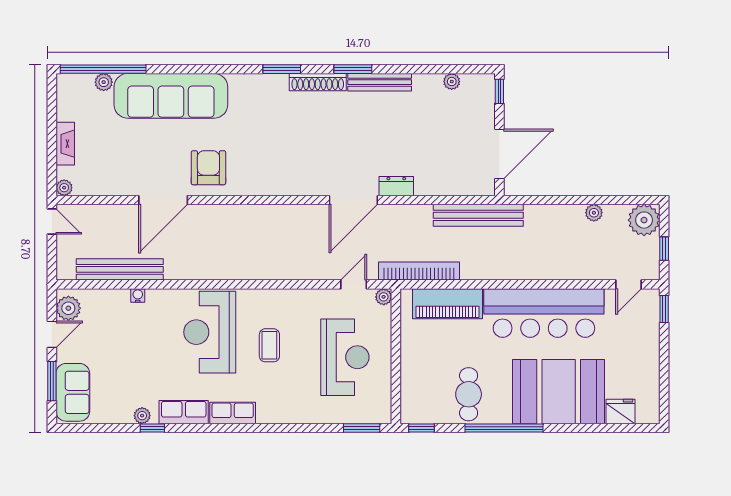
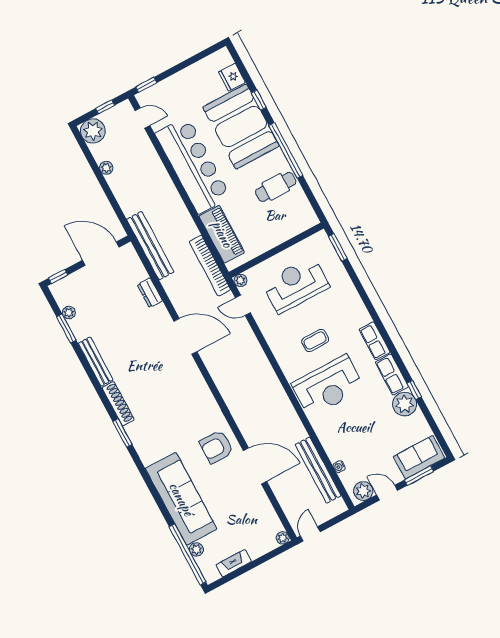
window: (353, 69) -> (66, 328), moved
fireplace: (65, 144) -> (234, 563), moved
dresser: (396, 186) -> (150, 293), moved
water cooler: (138, 295) -> (339, 467), moved
plant: (142, 416) -> (405, 404), width x1.88, depth x1.88
window: (421, 428) -> (259, 100), moved

